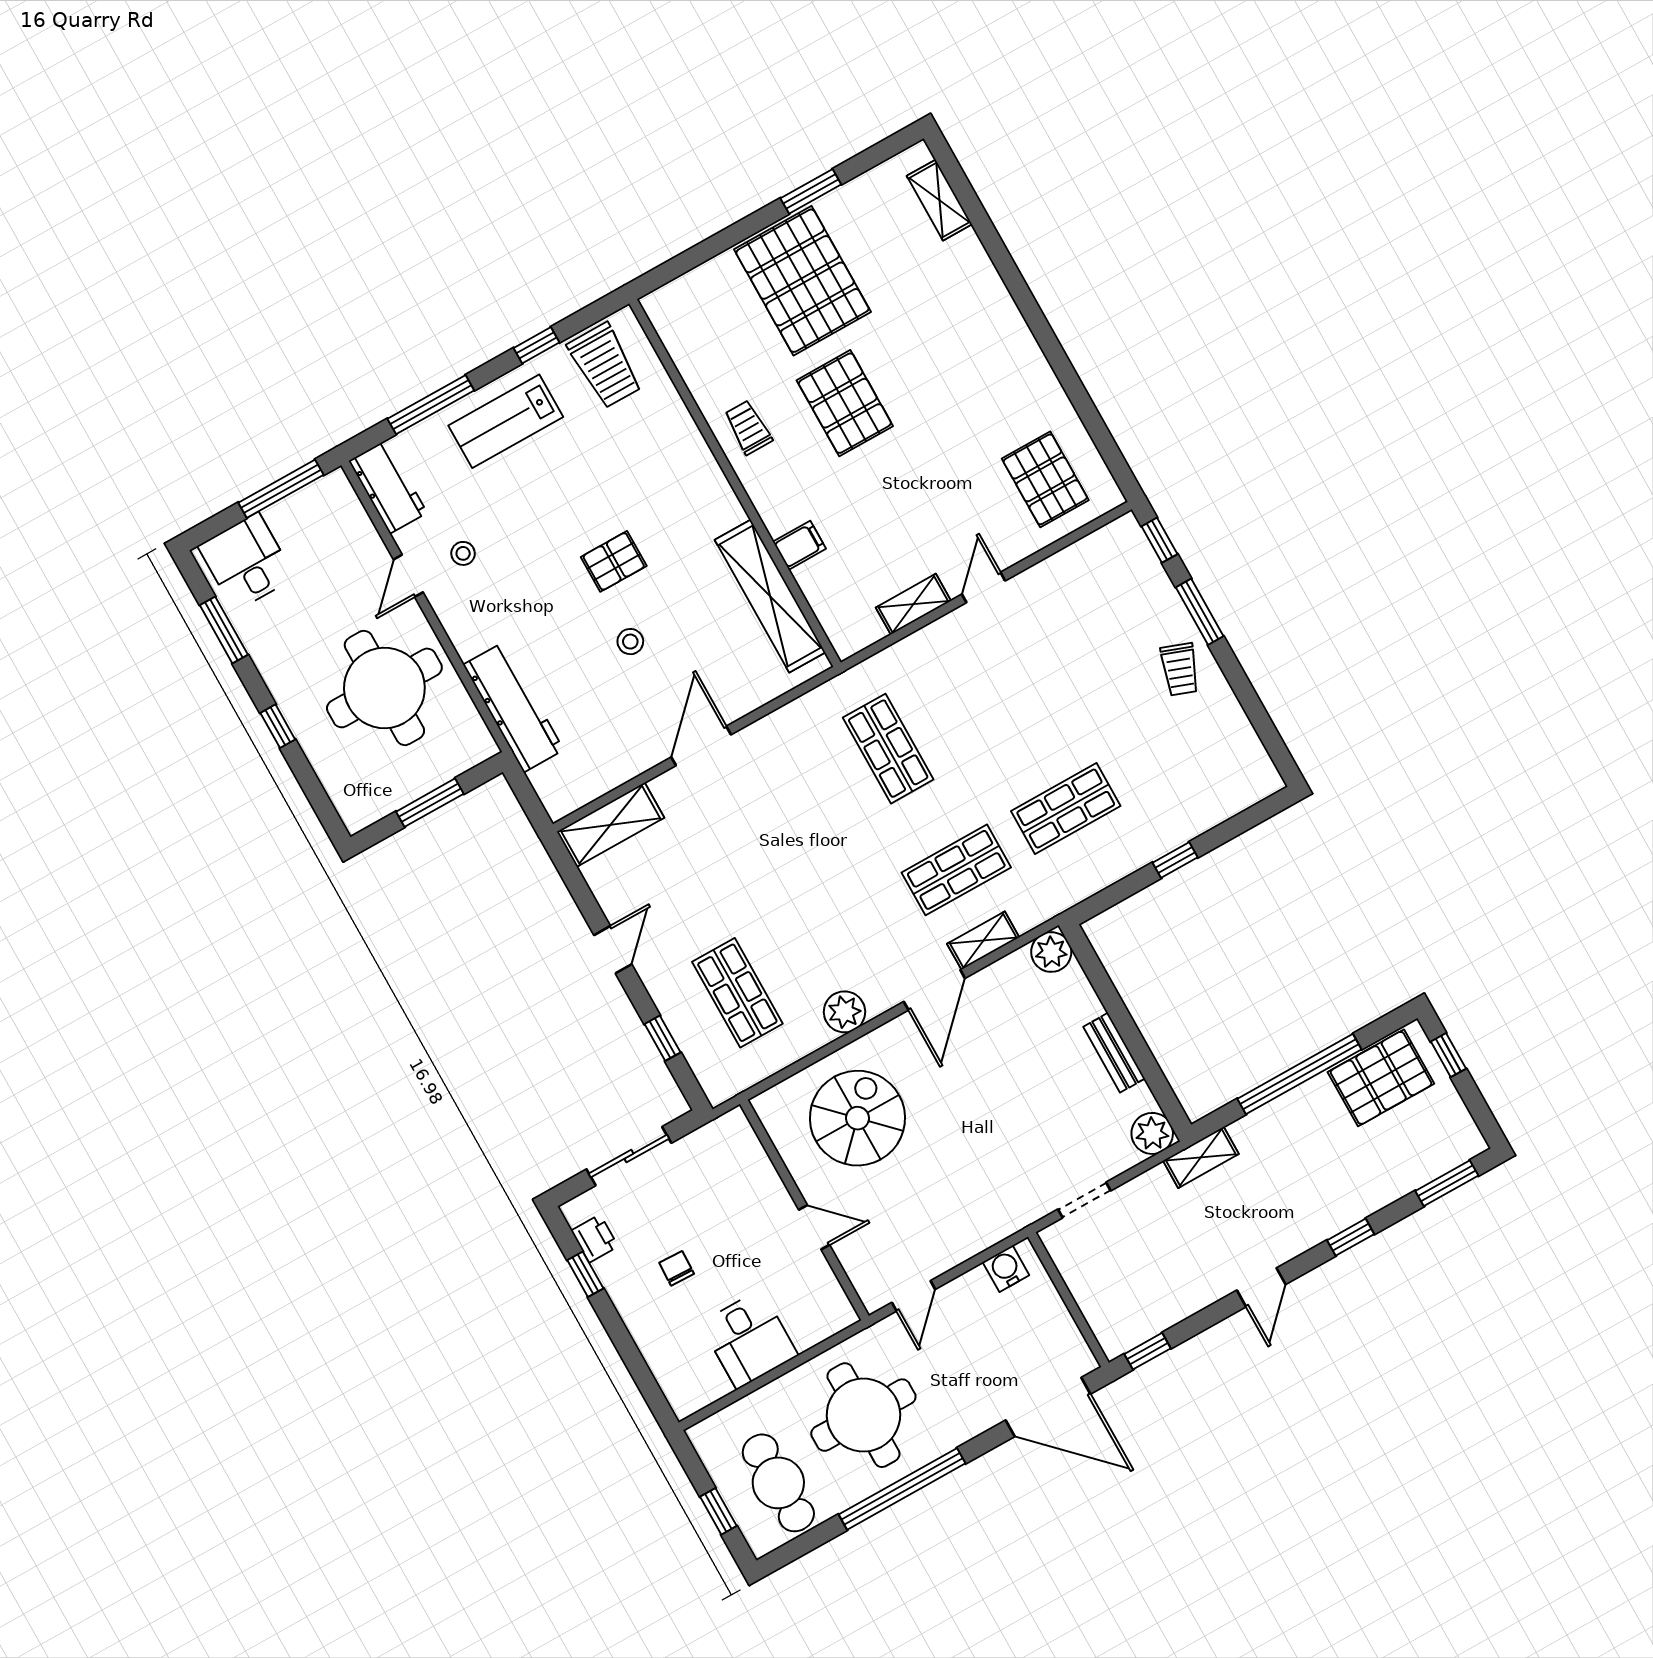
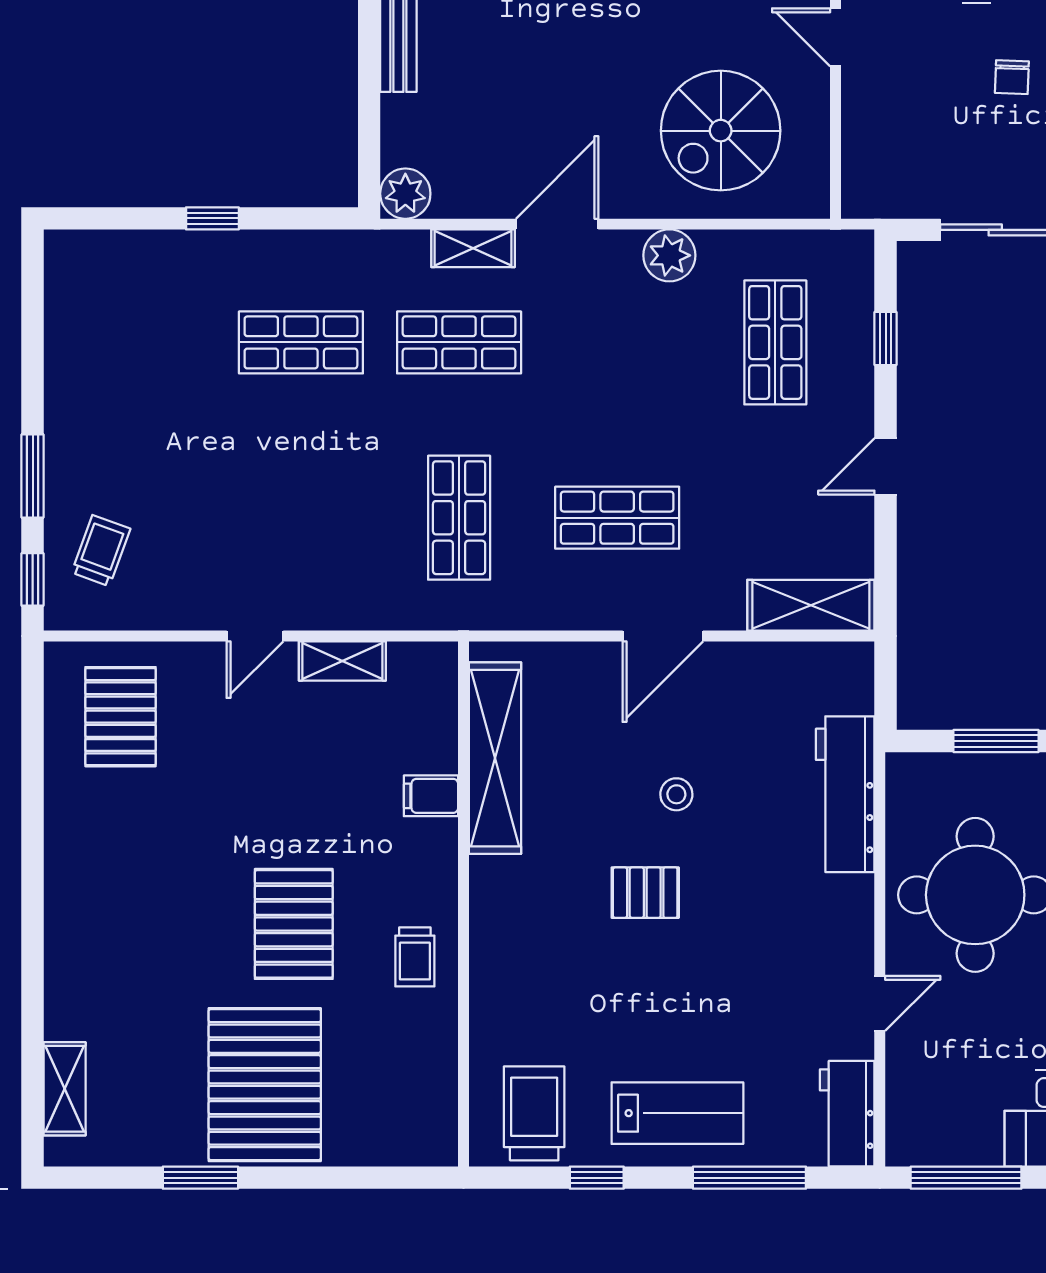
stool: (463, 553) -> (806, 994), removed
trolley: (1180, 669) -> (101, 551), moved
shop shelf: (779, 810) -> (617, 518), added

